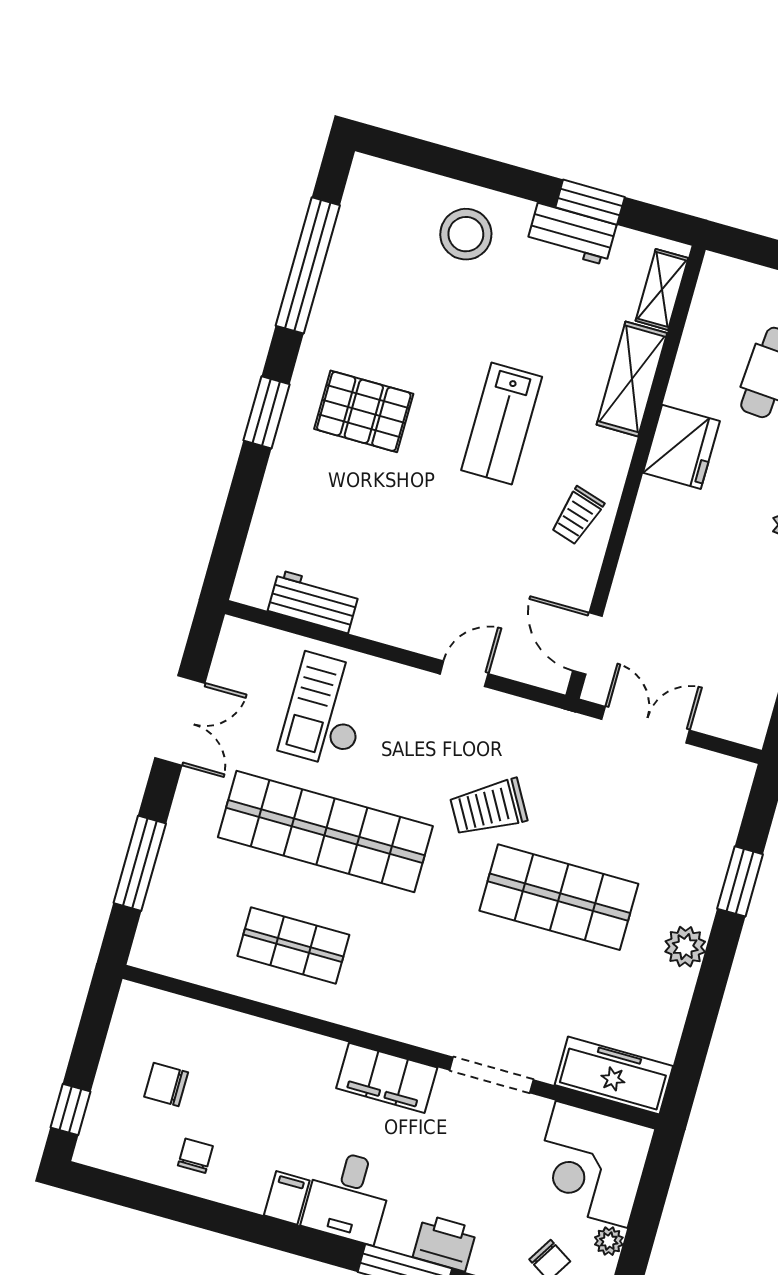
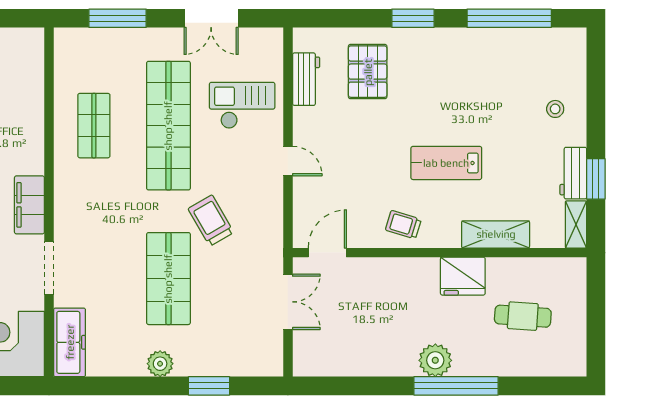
stool: (466, 234) -> (555, 109), width x0.53, depth x0.53
shelving: (662, 289) -> (576, 224), moved, turned 90
pallet: (364, 411) -> (368, 72), moved
door: (464, 674) -> (288, 161), moved

